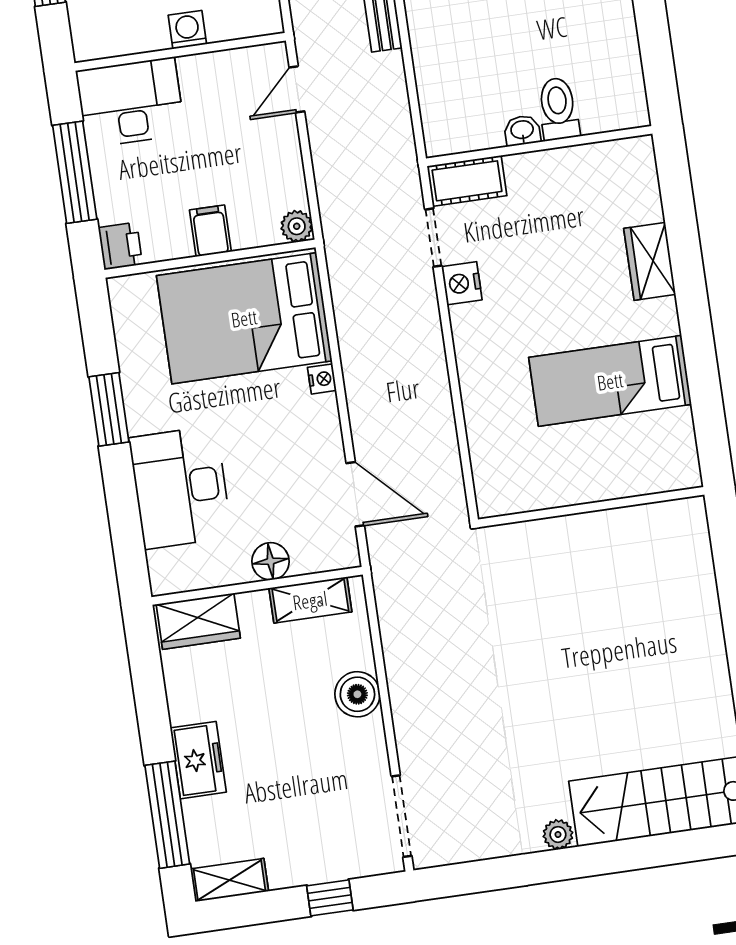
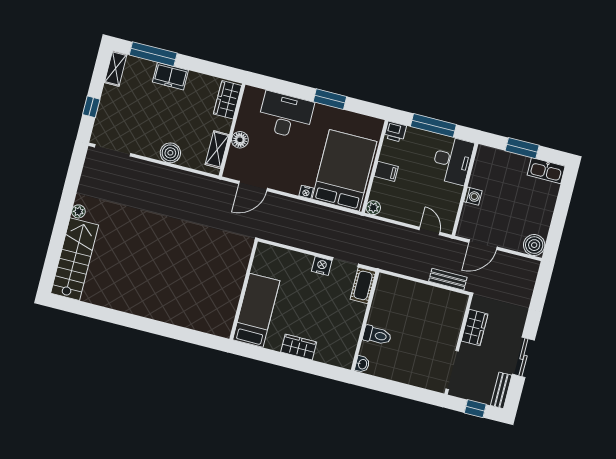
washbasin: (522, 130) -> (362, 364), moved
wall: (591, 507) -> (244, 290), moved

